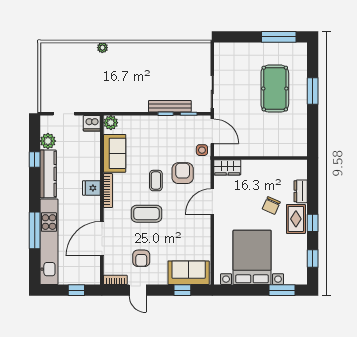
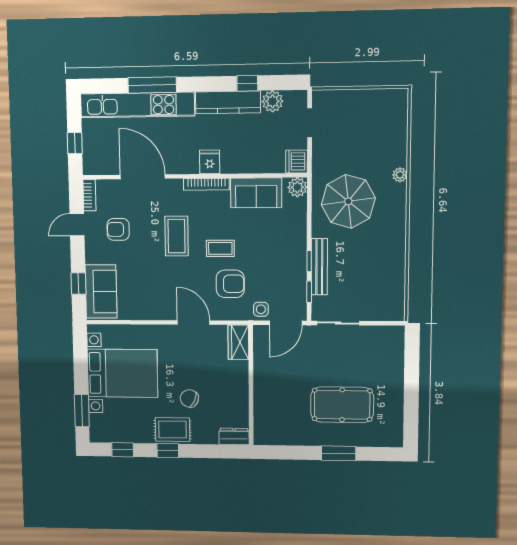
window: (279, 37) -> (411, 411), removed
parasol: (121, 85) -> (348, 201), added
dresser: (301, 191) -> (234, 436), moved

